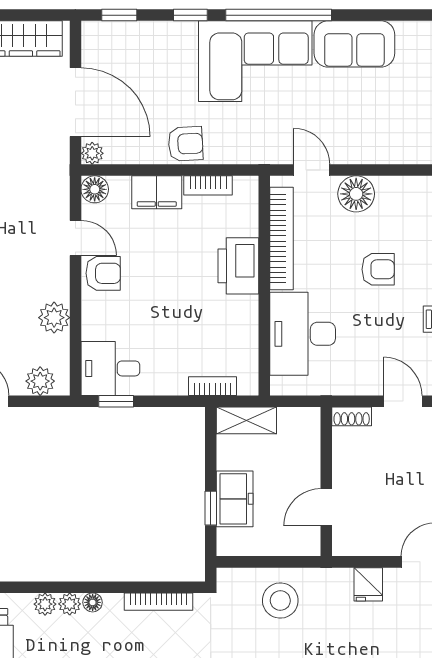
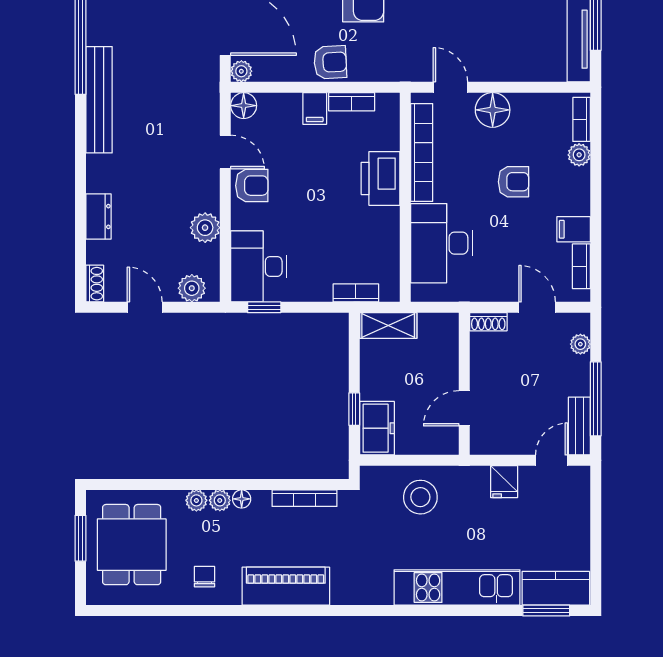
filing cabinet: (157, 192) -> (315, 108), width x0.50
desk: (110, 368) -> (259, 266), width x1.37
freezer: (235, 499) -> (377, 428), moved

